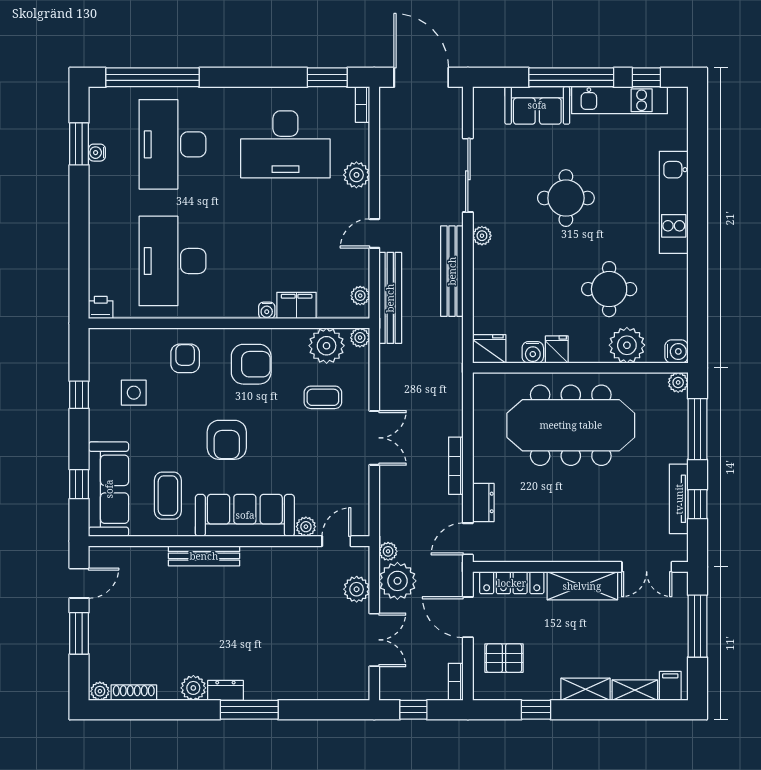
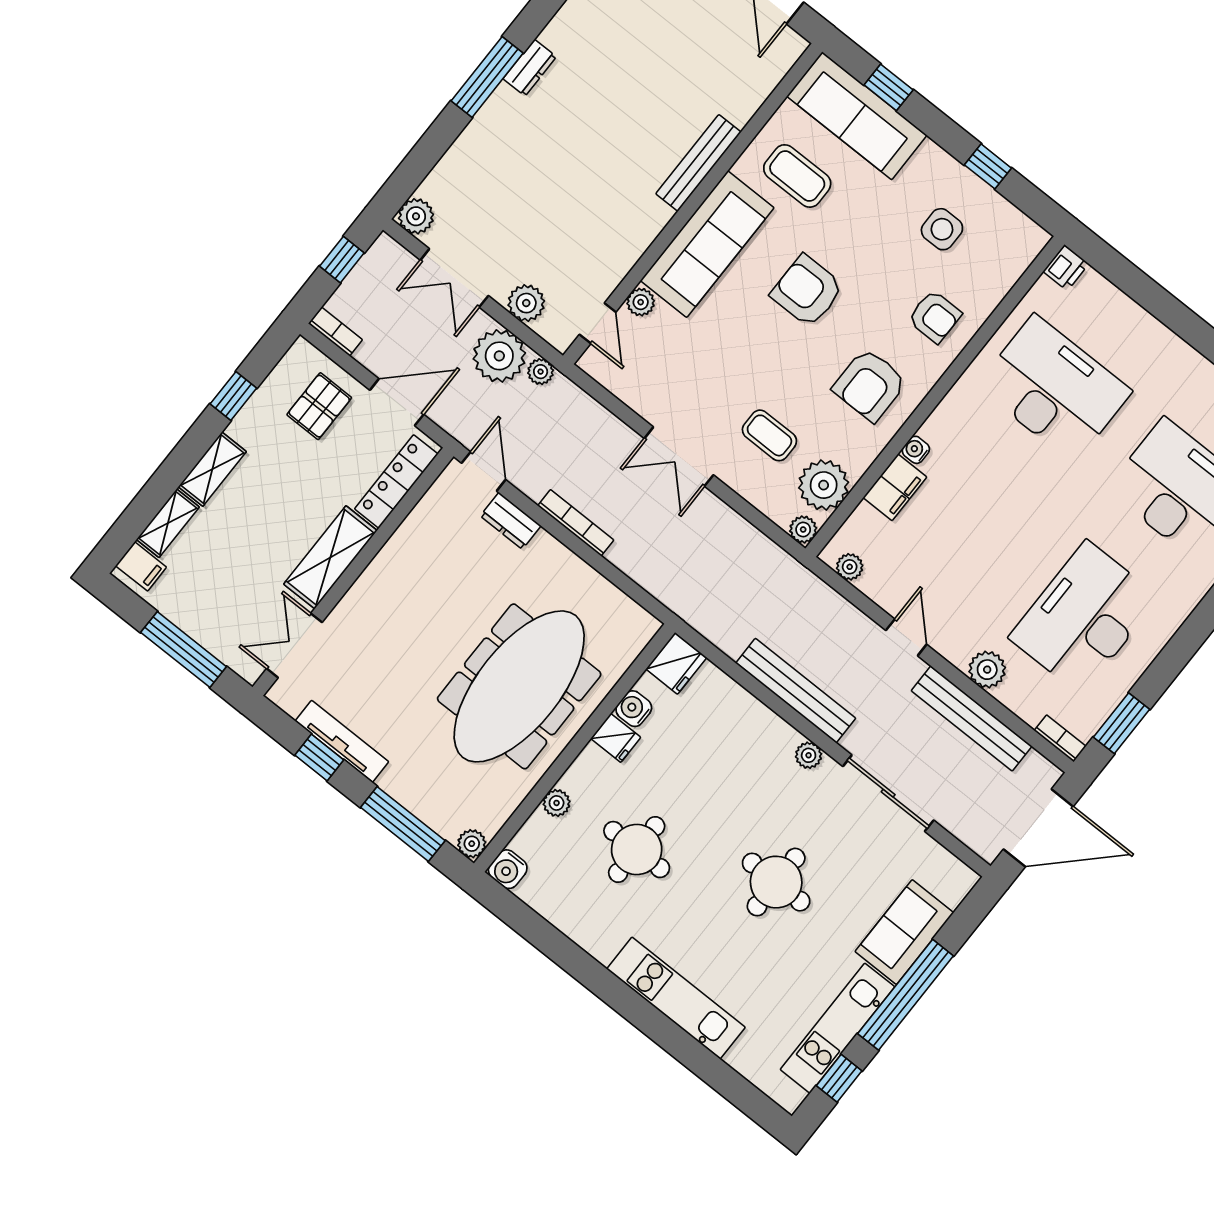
bench: (390, 298) -> (972, 718), moved
plant: (627, 345) -> (557, 803), width x0.53, depth x0.53
coffee table: (323, 397) -> (769, 435), turned 90
plant: (193, 688) -> (416, 216), moved

